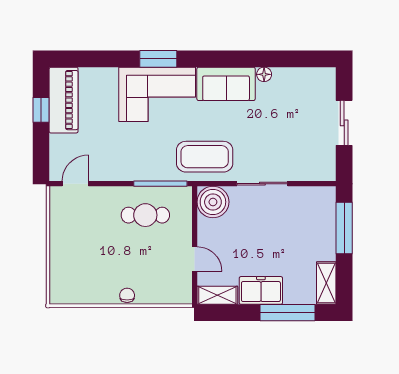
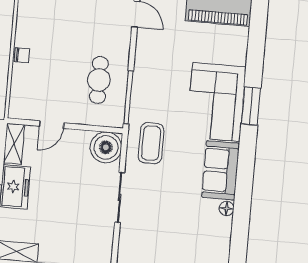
coffee table: (205, 157) -> (151, 143), width x0.73, depth x0.76

